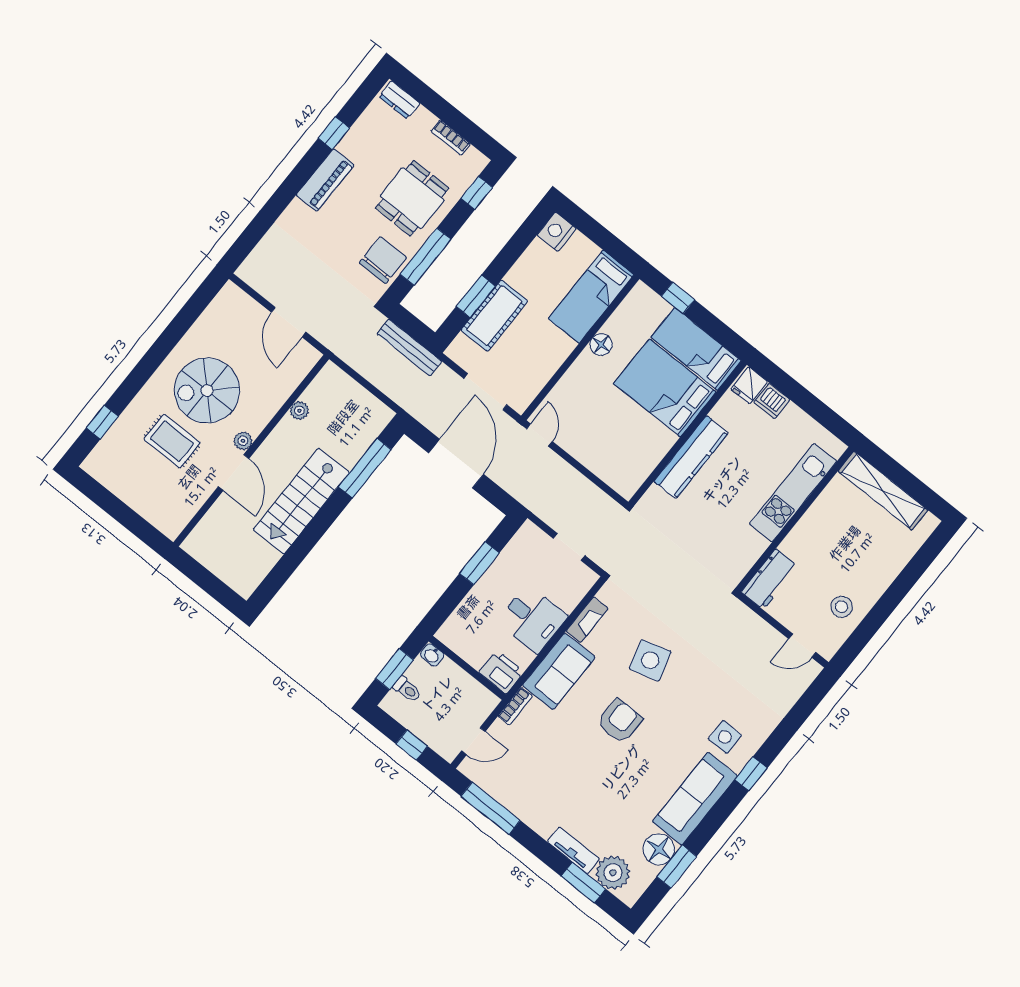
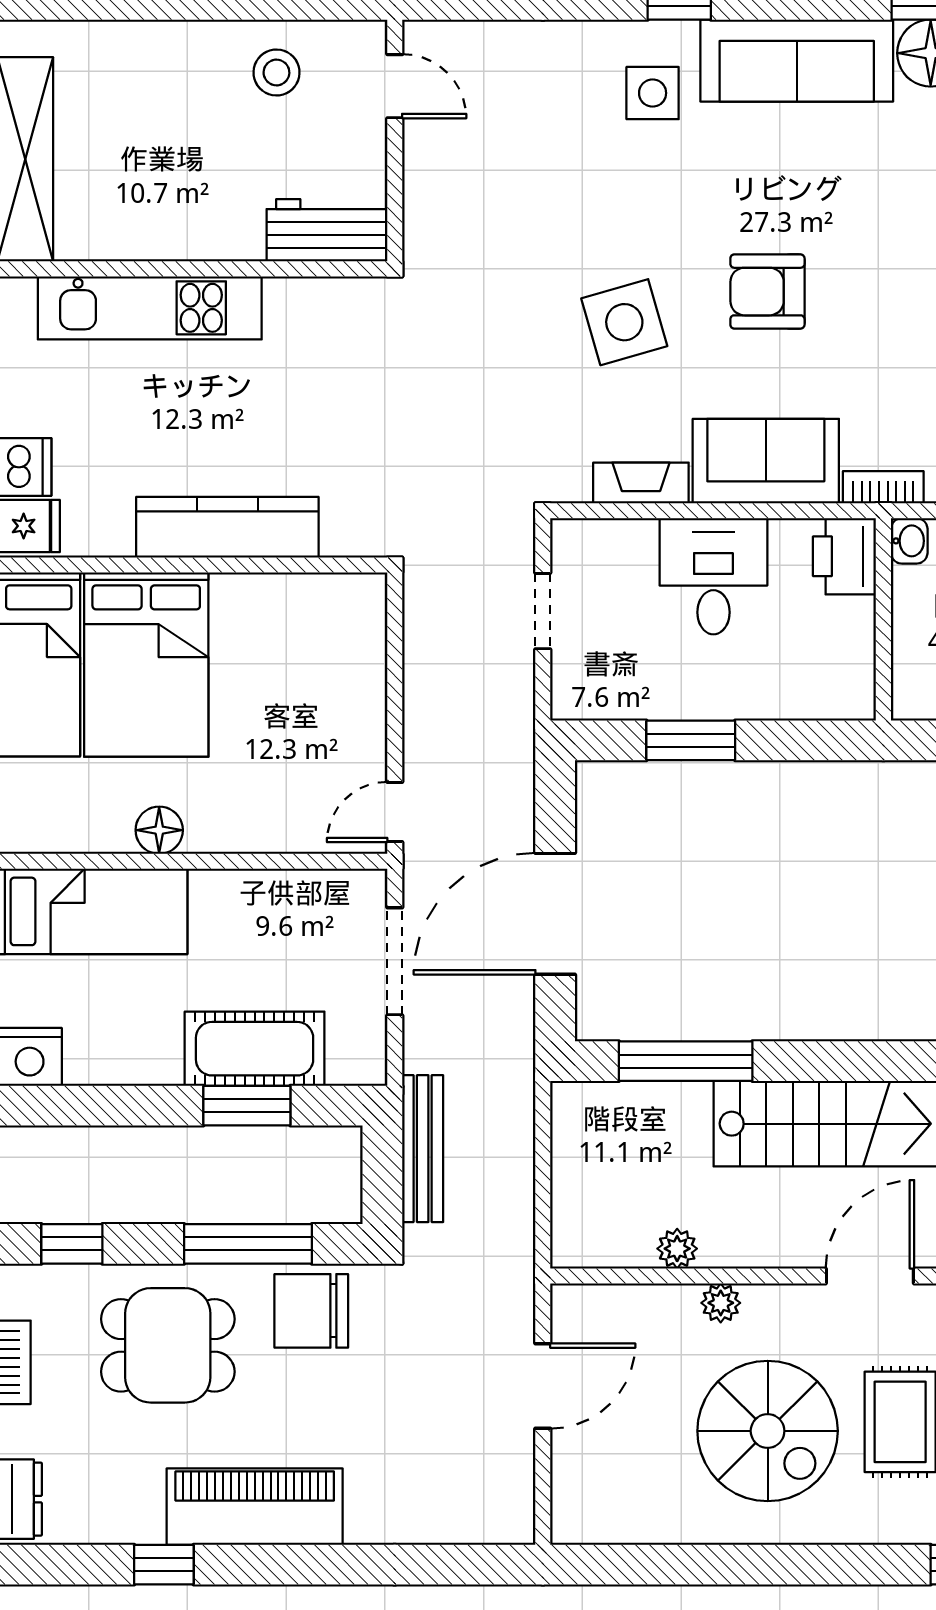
piano: (325, 180) -> (255, 1507), width x1.37, depth x1.33
plant: (243, 441) -> (721, 1303), moved
washbasin: (432, 655) -> (909, 541), moved

